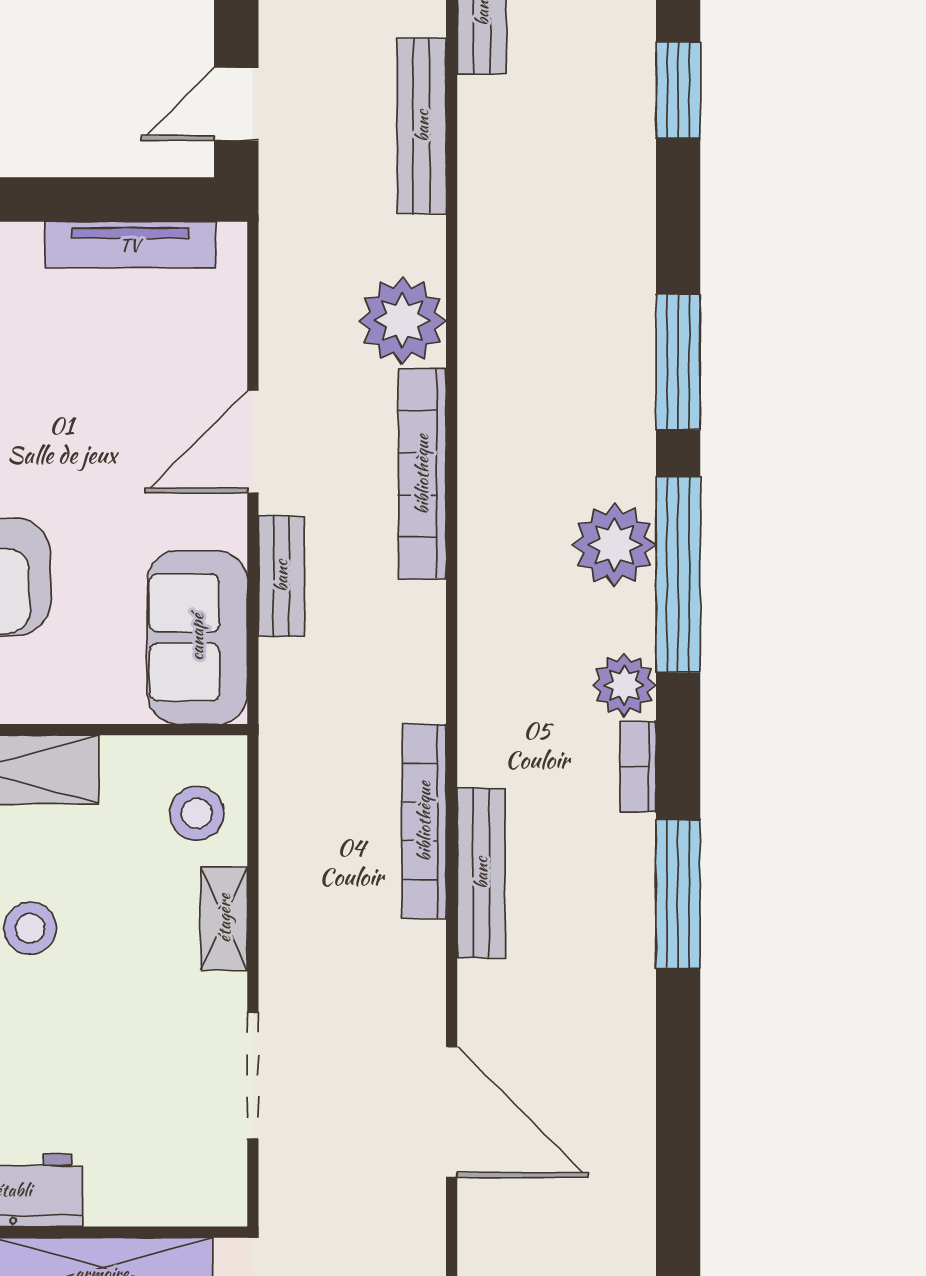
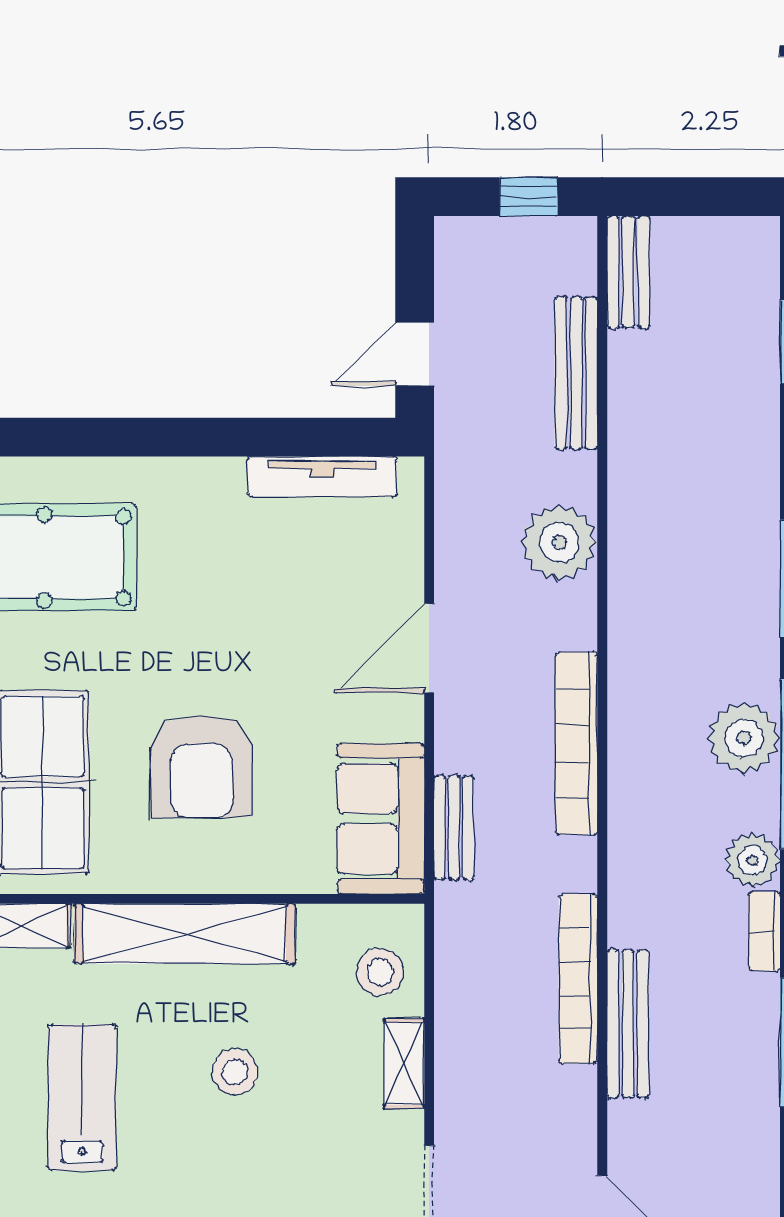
bookcase: (422, 474) -> (577, 743), moved
bench: (281, 576) -> (454, 828), moved

